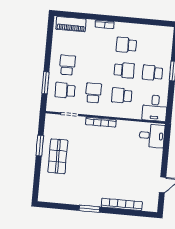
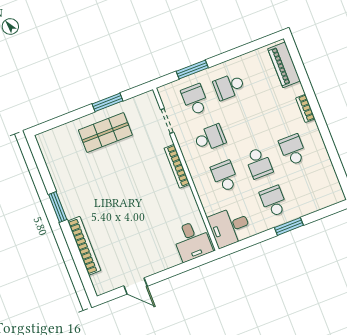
school desk: (67, 65) -> (229, 86), turned 180

